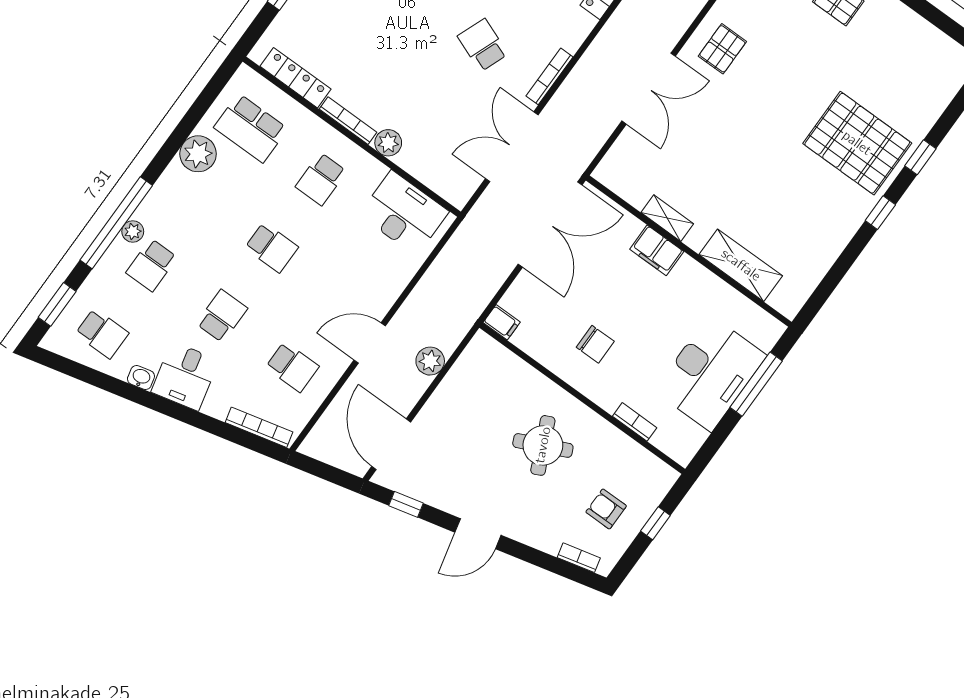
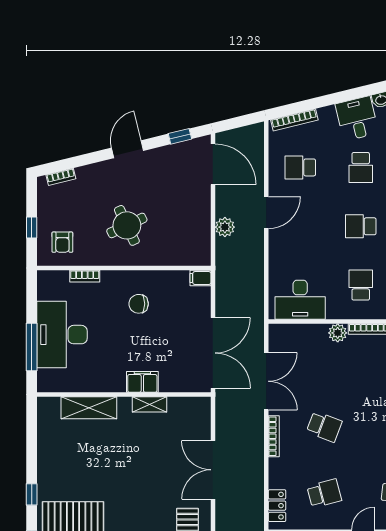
double door: (550, 225) -> (213, 353), swing flipped
armchair: (606, 509) -> (62, 242), moved, turned 90

